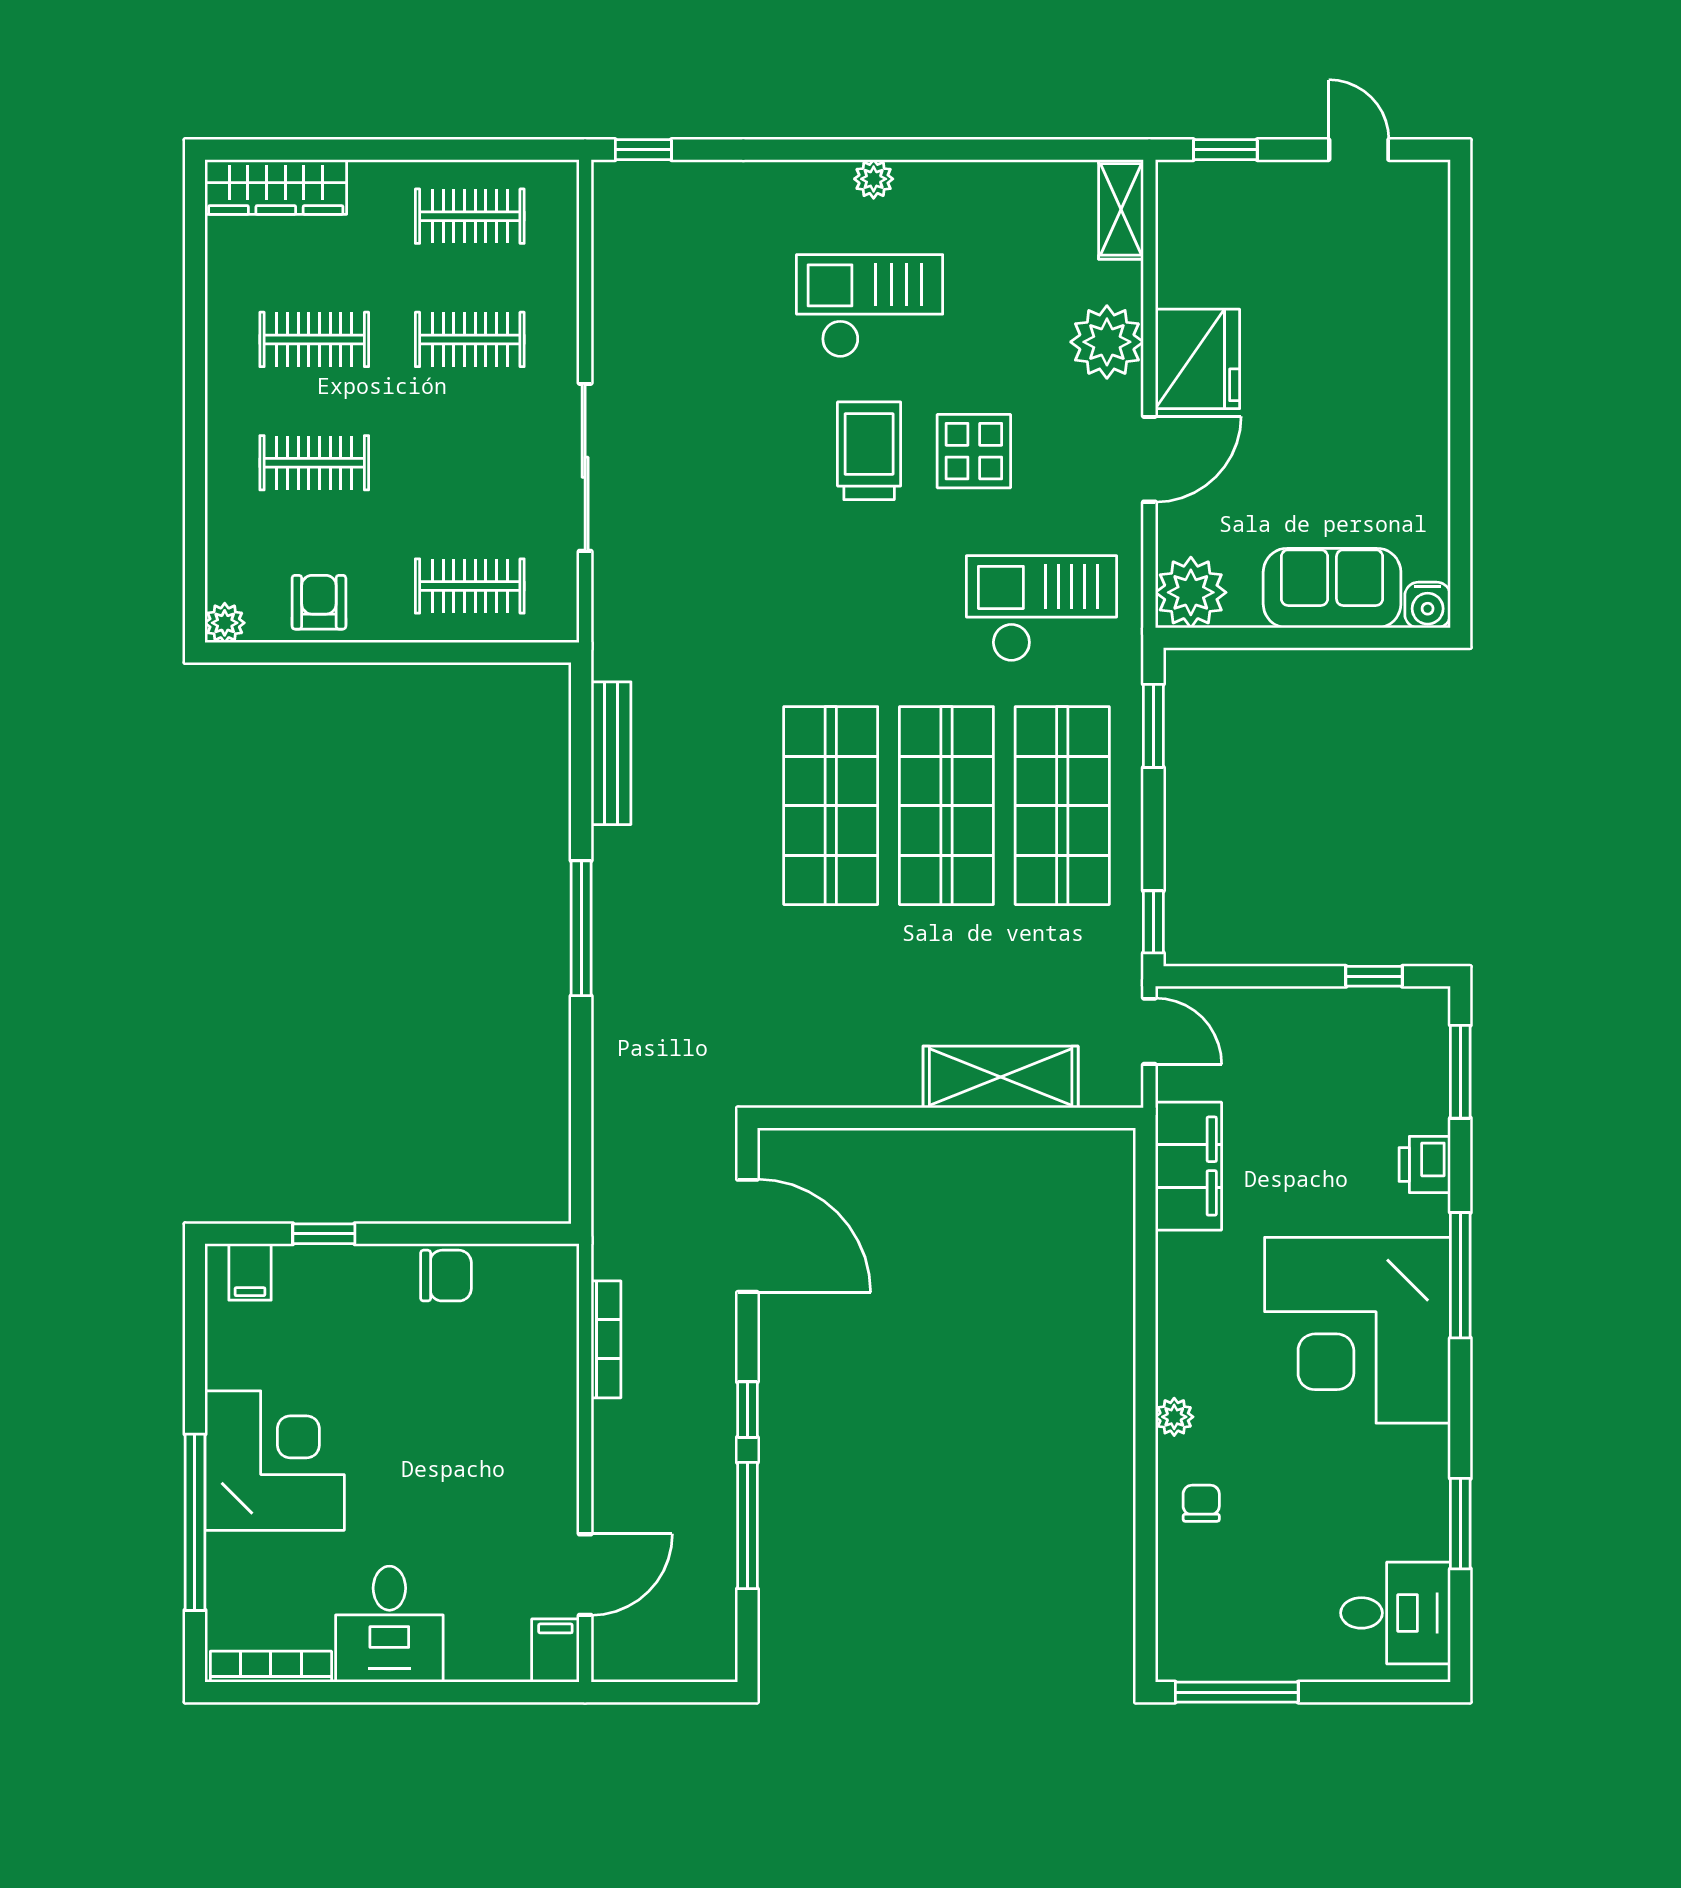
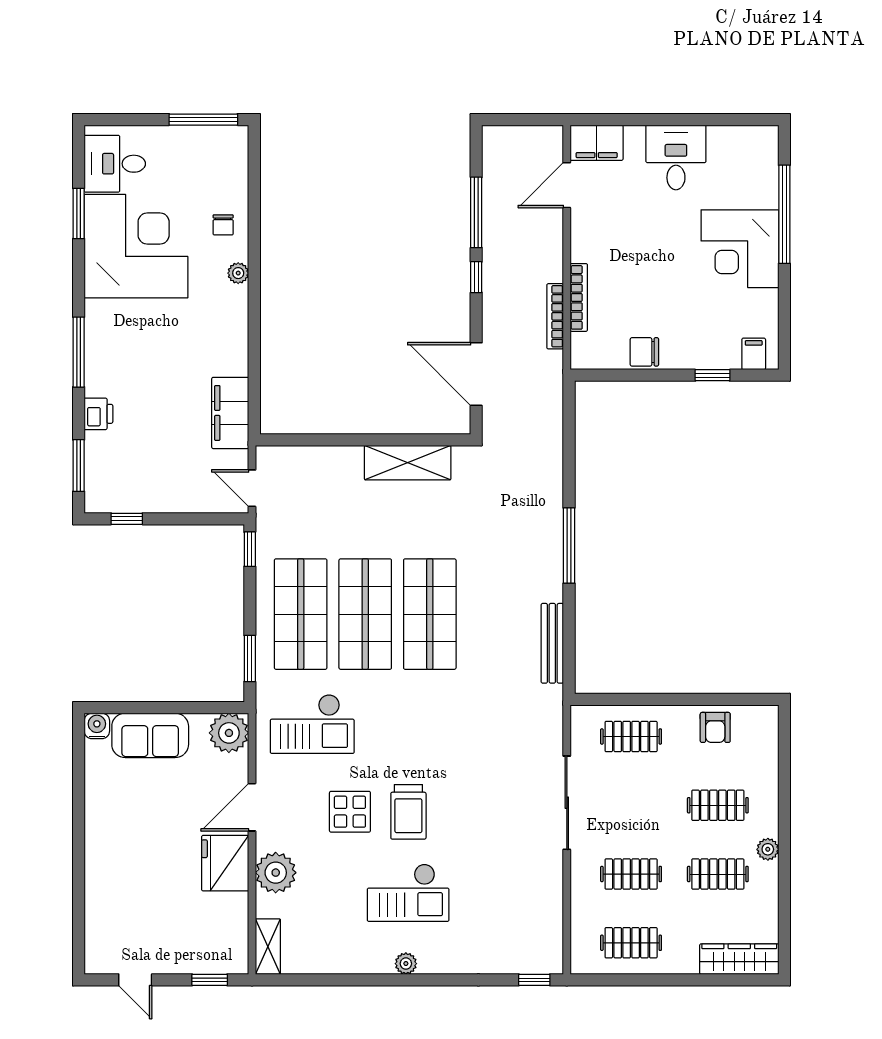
plant: (225, 623) -> (768, 849), moved
shelving: (1001, 1077) -> (408, 463), moved
corner desk: (1357, 1330) -> (136, 246), moved
filing cabinet: (555, 1651) -> (597, 143), width x2.00
bookcase: (271, 1667) -> (579, 297), moved, turned -90

